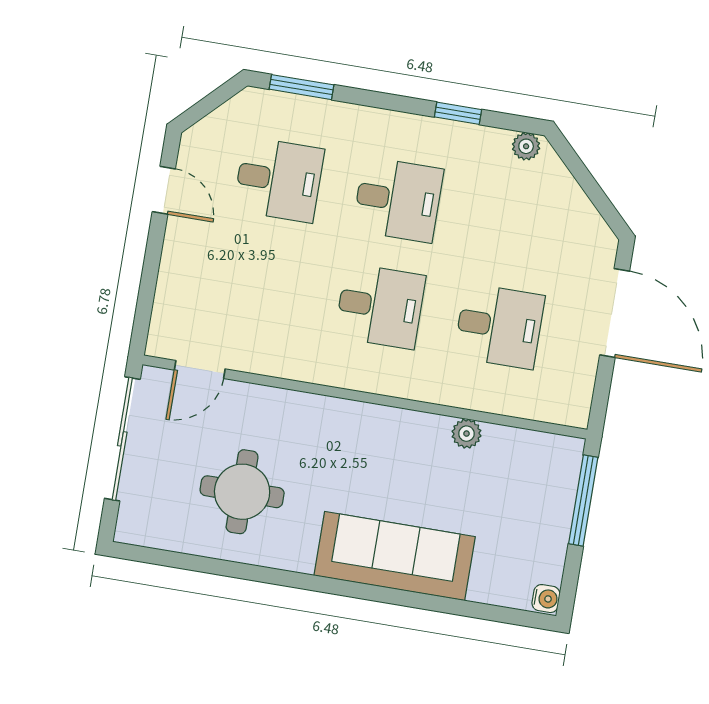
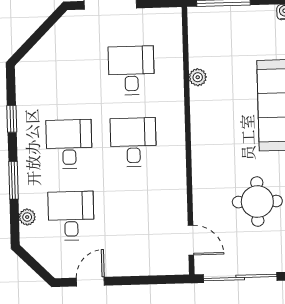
window: (302, 87) -> (13, 180), moved
plant: (526, 146) -> (27, 217), moved

